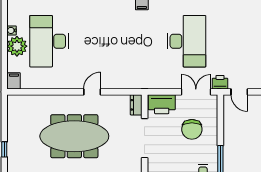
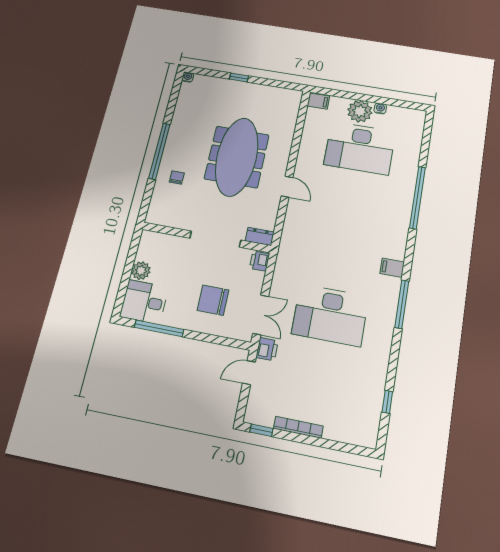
desk: (49, 41) -> (360, 148), turned 180
printer: (162, 104) -> (260, 261), width x0.53, depth x0.68

